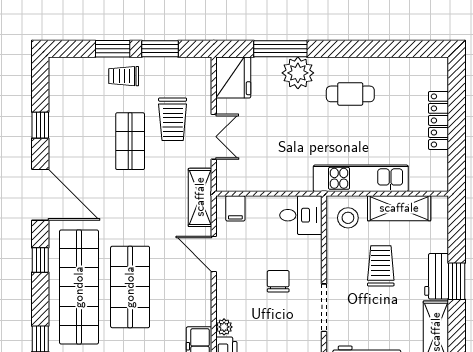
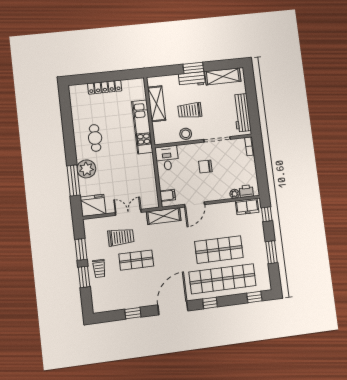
stool: (348, 218) -> (186, 134), moved

